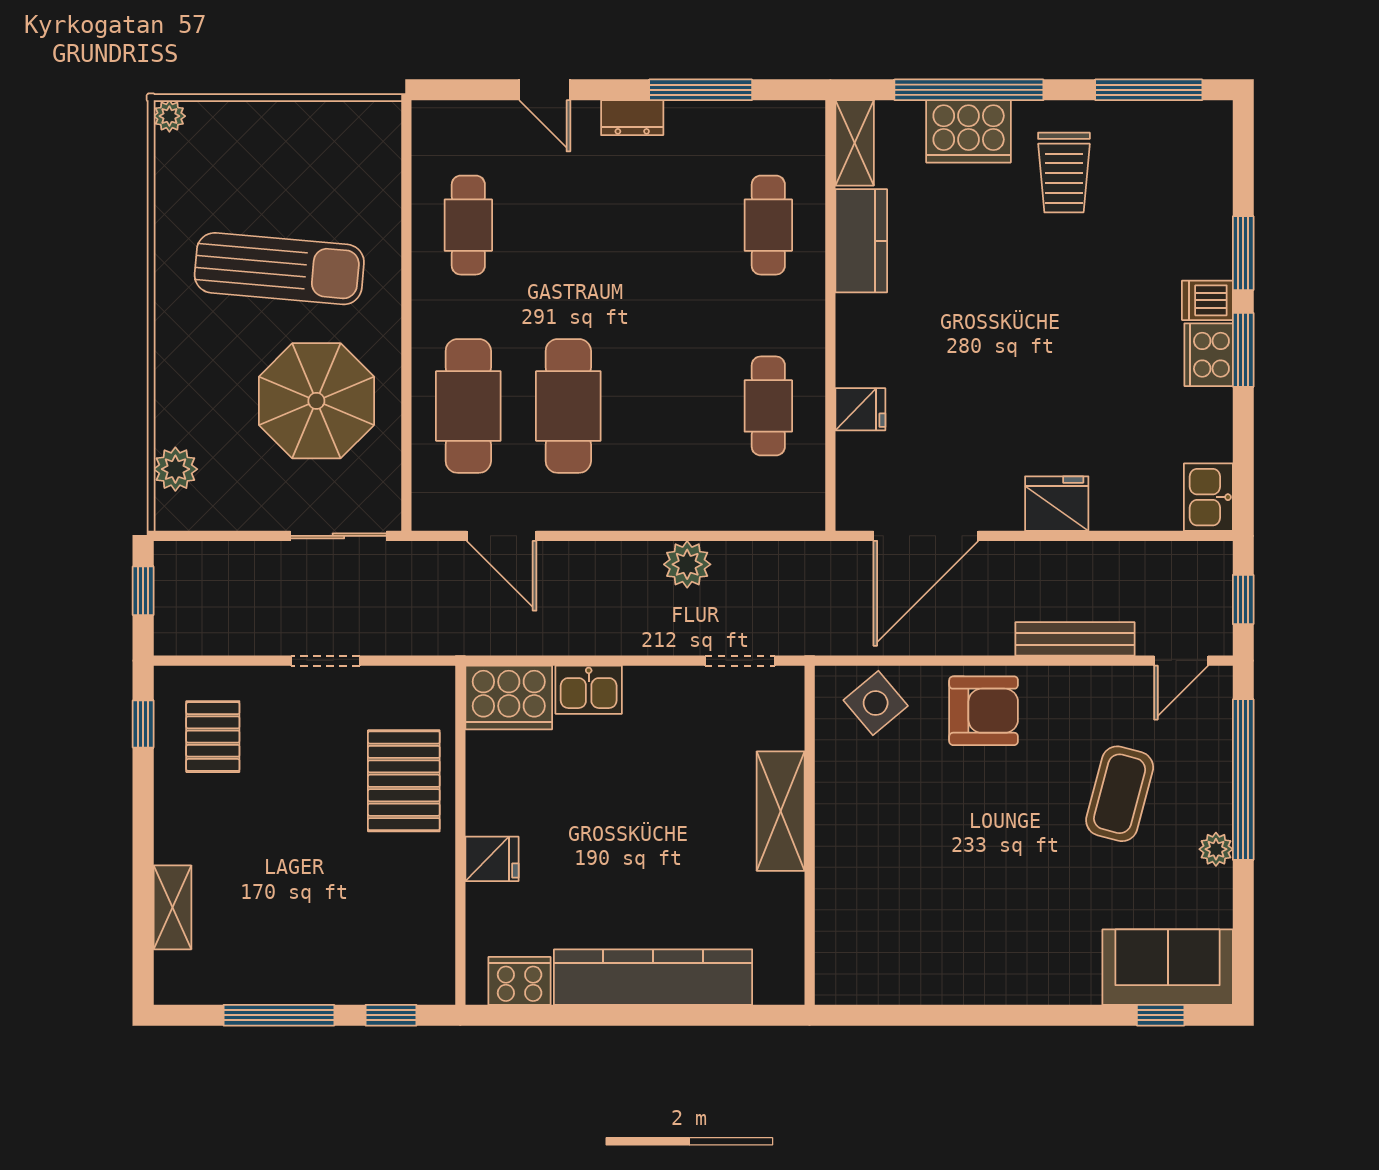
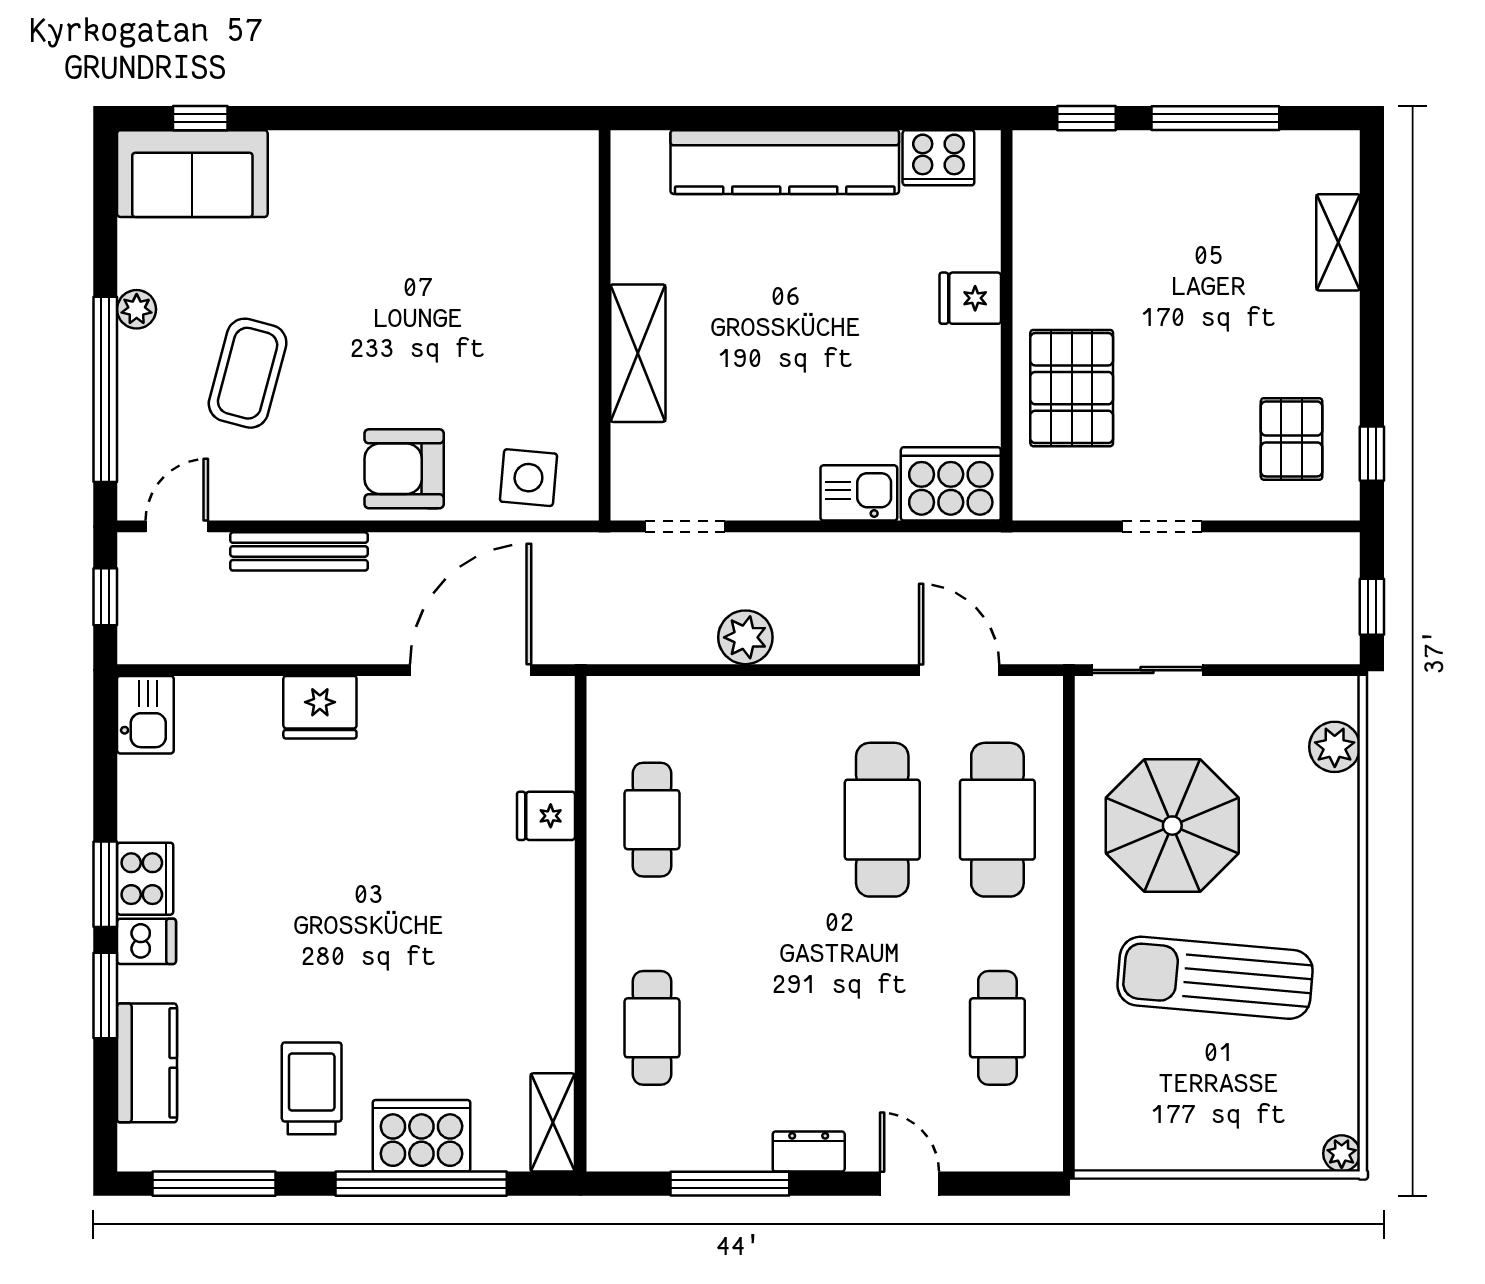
kitchen counter: (861, 241) -> (147, 1063), moved, turned 180
side table: (876, 703) -> (528, 478), turned 45

